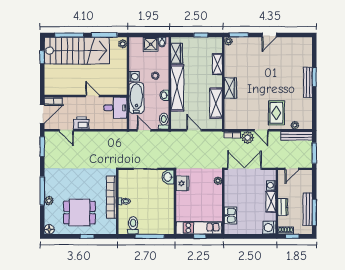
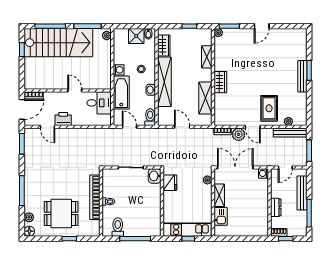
washing machine: (271, 185) -> (263, 173), moved
plant: (49, 201) -> (29, 217), moved
shelving: (271, 202) -> (219, 195), moved
bench: (308, 209) -> (302, 193), moved
washing machine: (269, 227) -> (262, 229), removed

